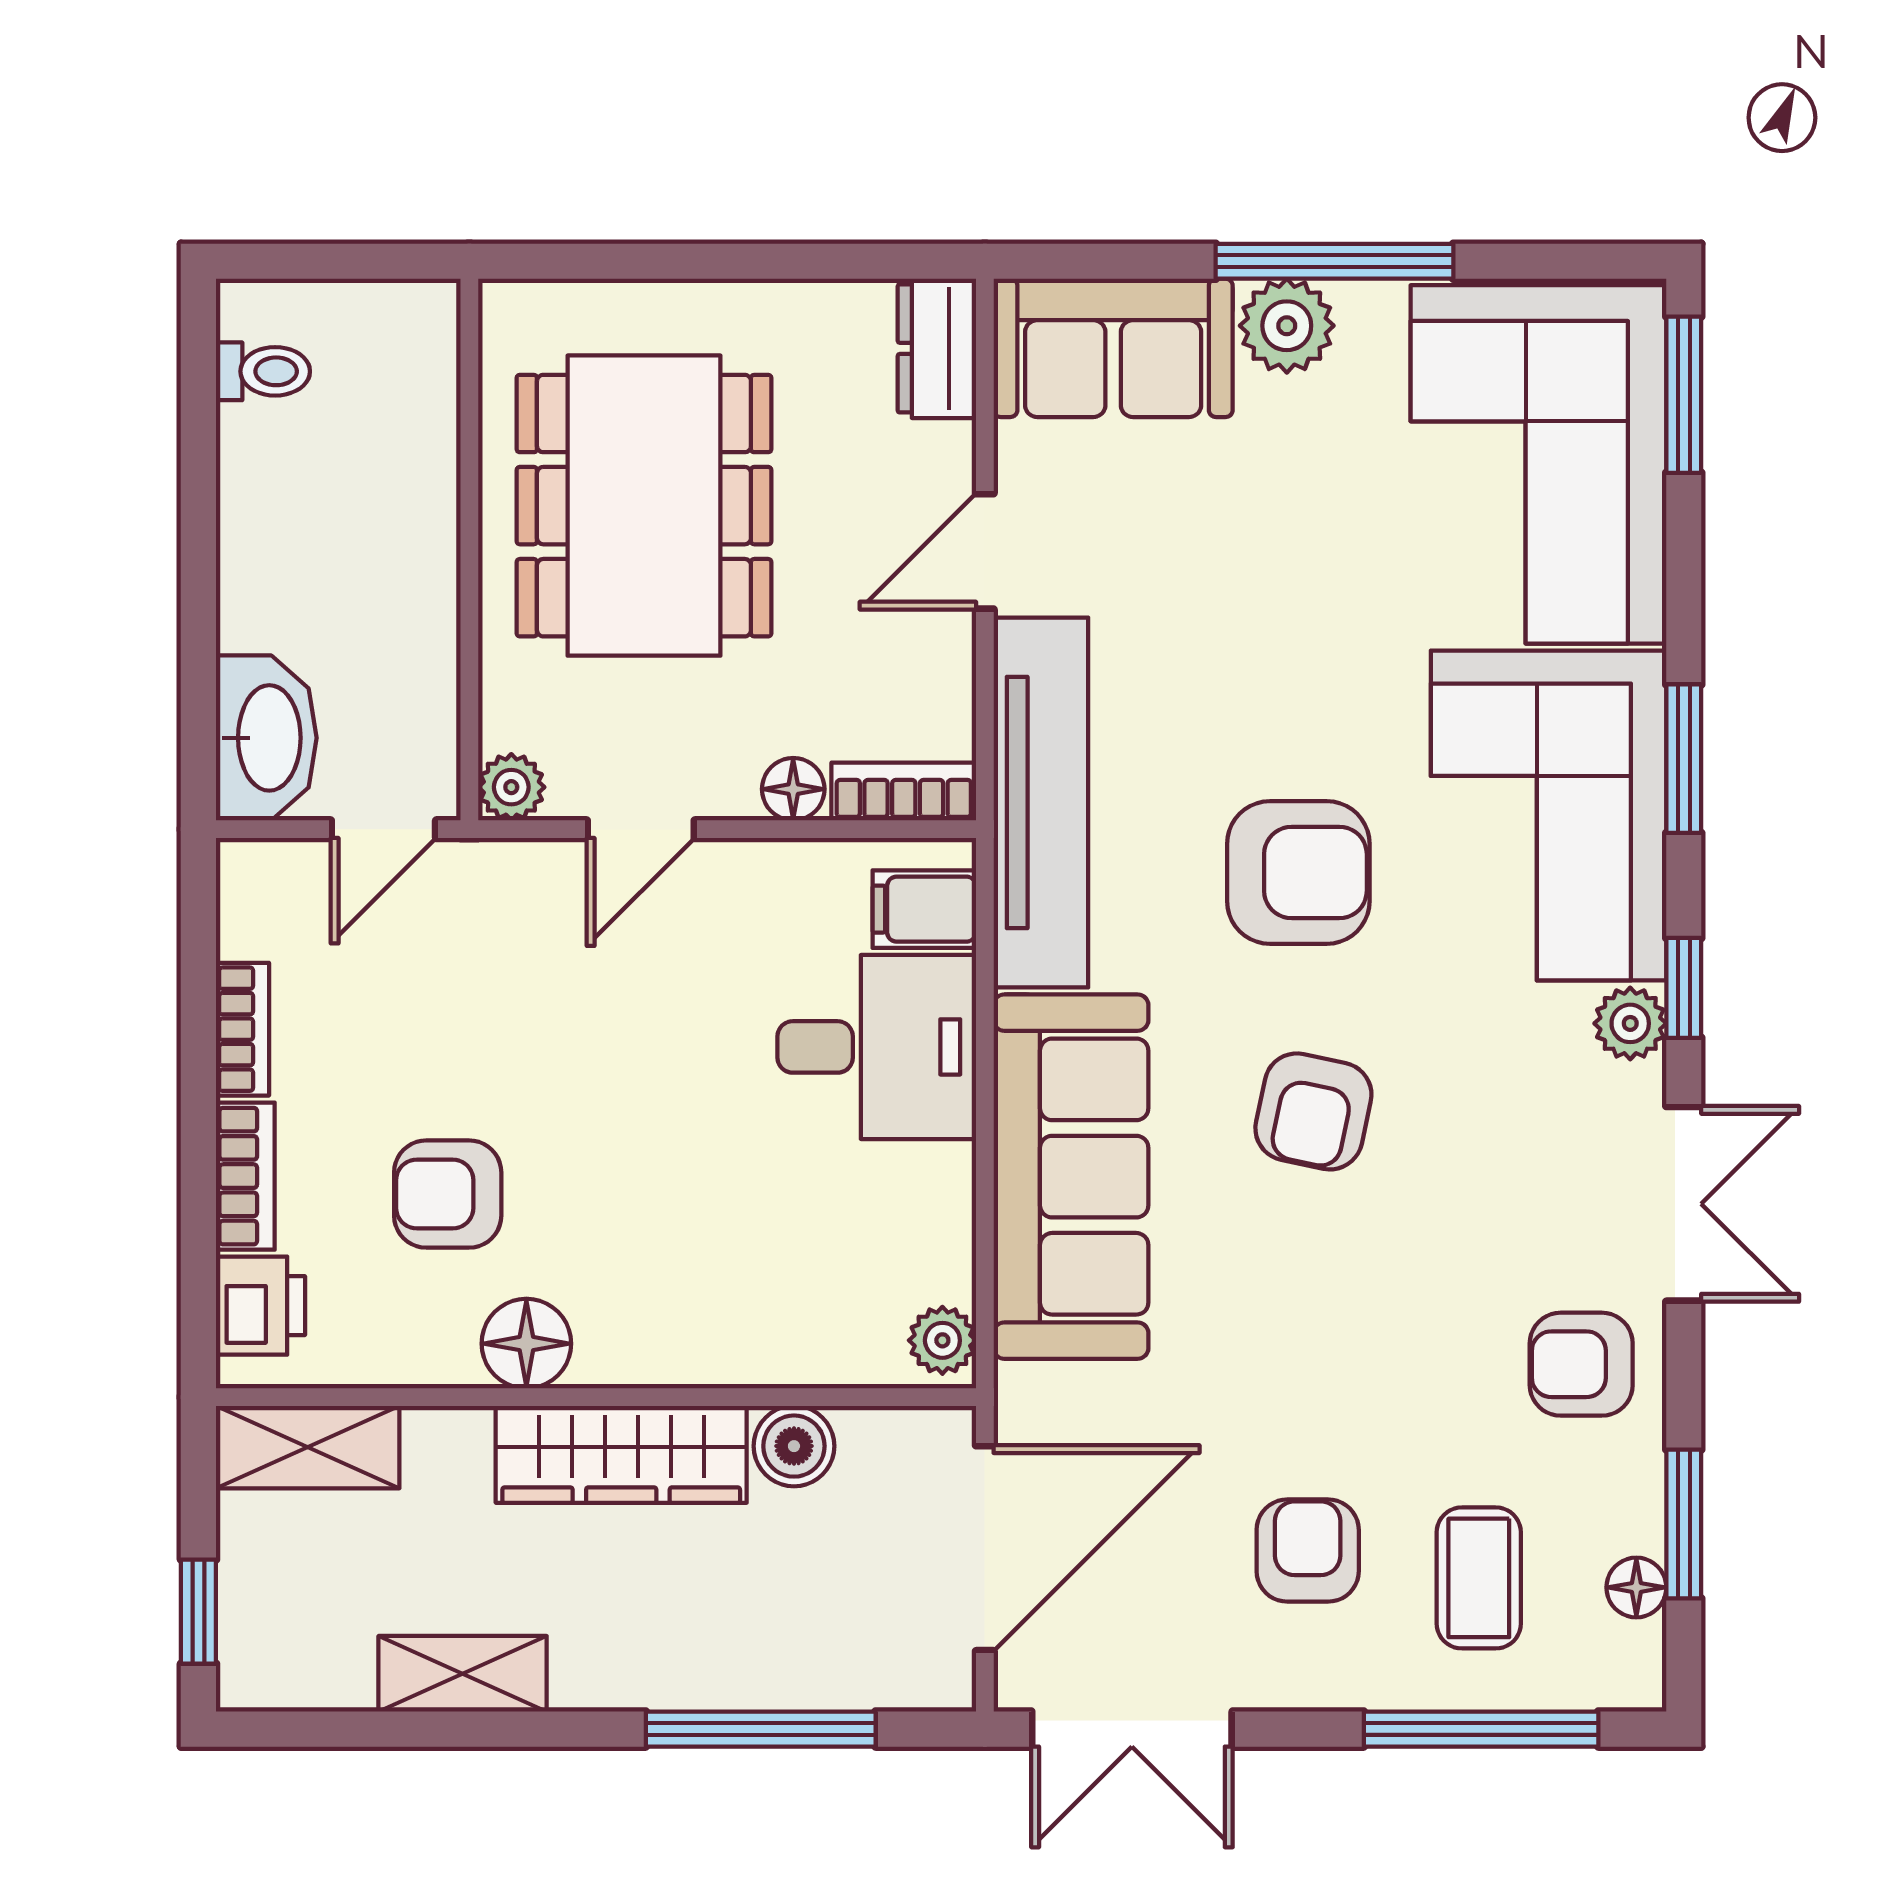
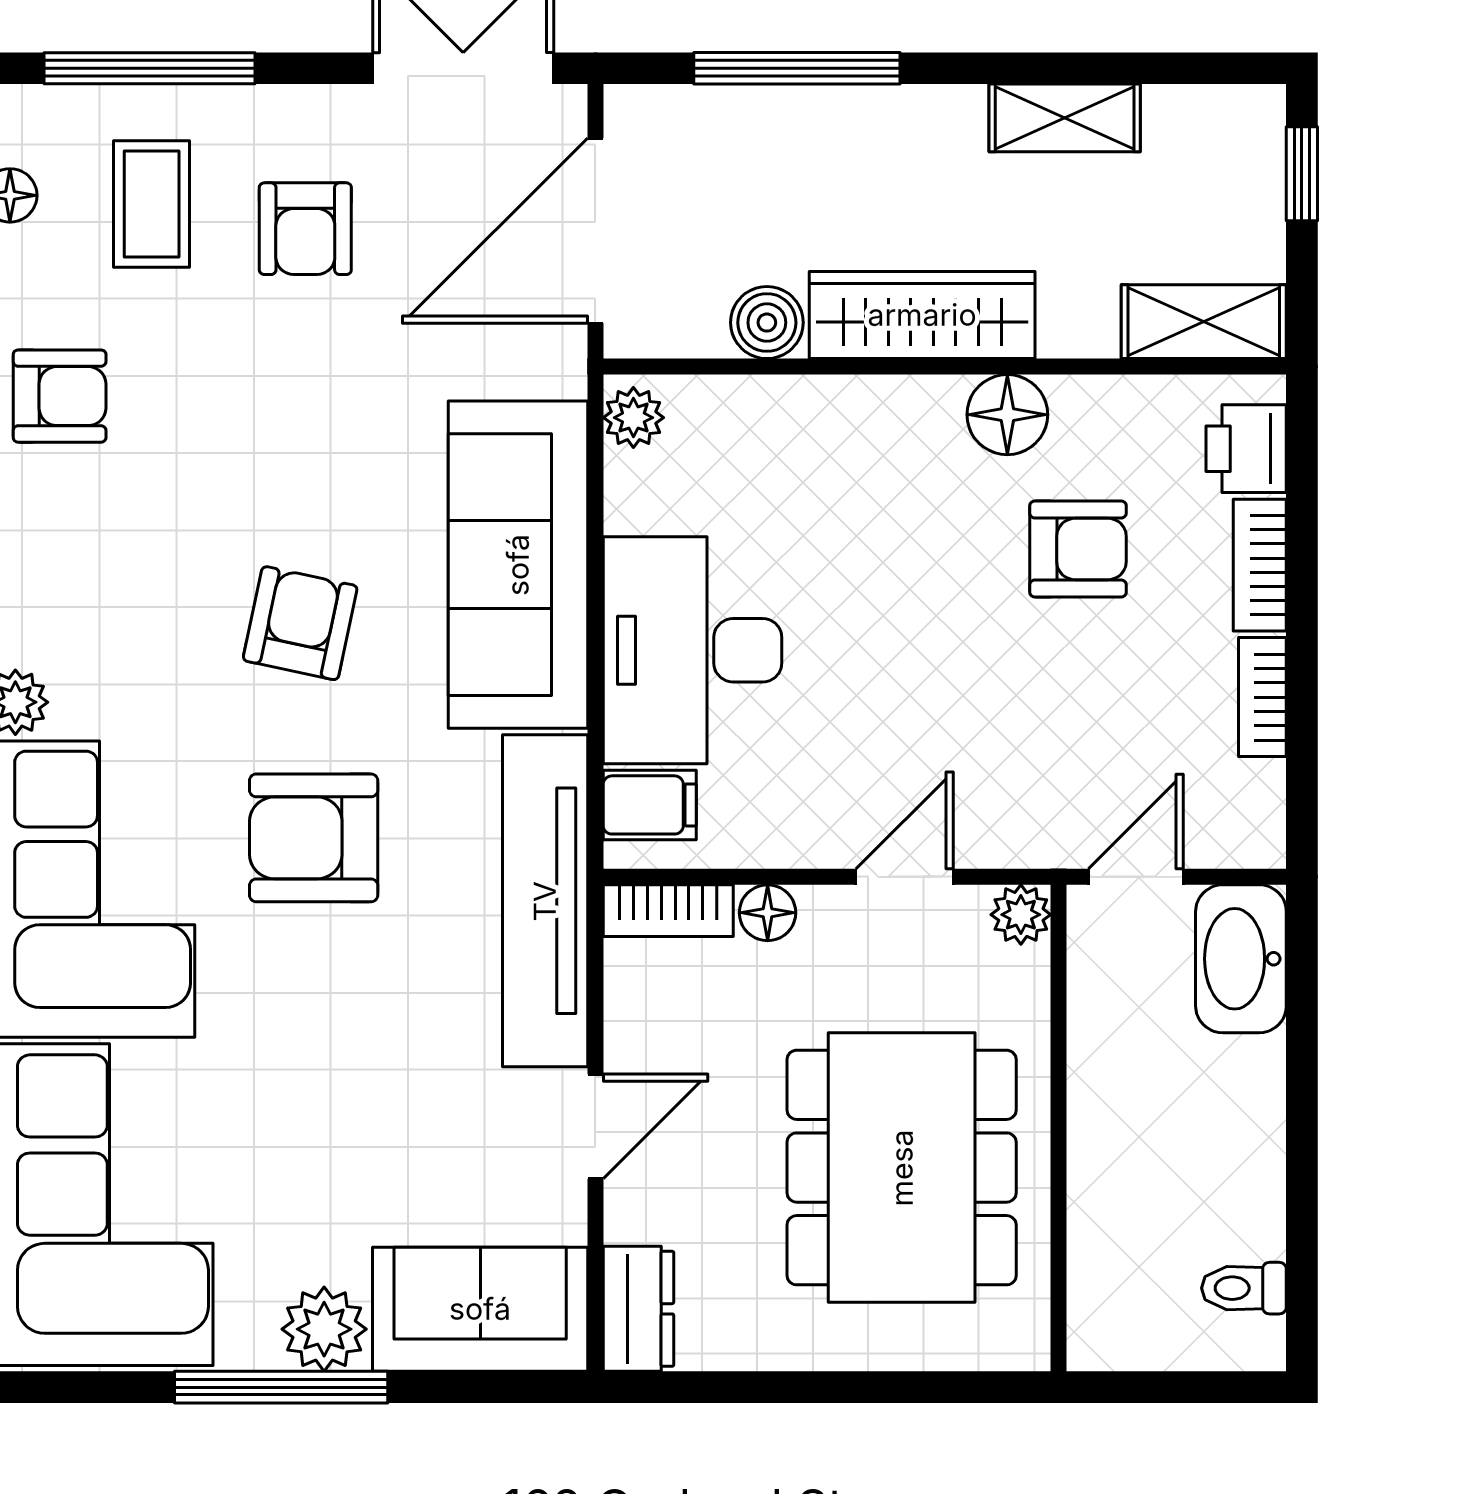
desk: (877, 1047) -> (693, 650), width x1.37

